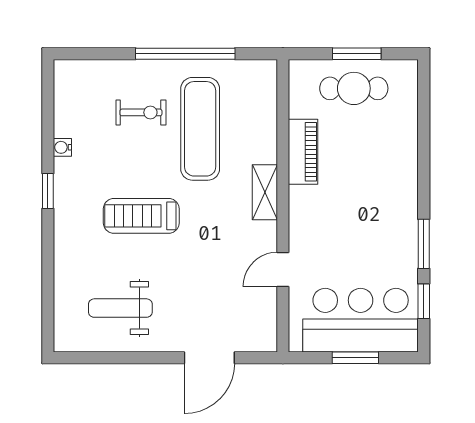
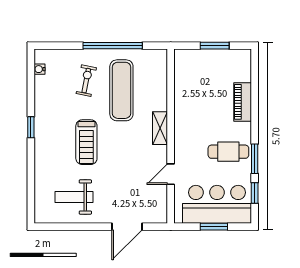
cafe table: (354, 88) -> (228, 152), moved
exercise bike: (141, 112) -> (86, 81), turned -79
water cooler: (62, 147) -> (39, 69), moved
piano: (303, 152) -> (243, 102), moved, turned 180
treadmill: (141, 216) -> (86, 142), turned -90

